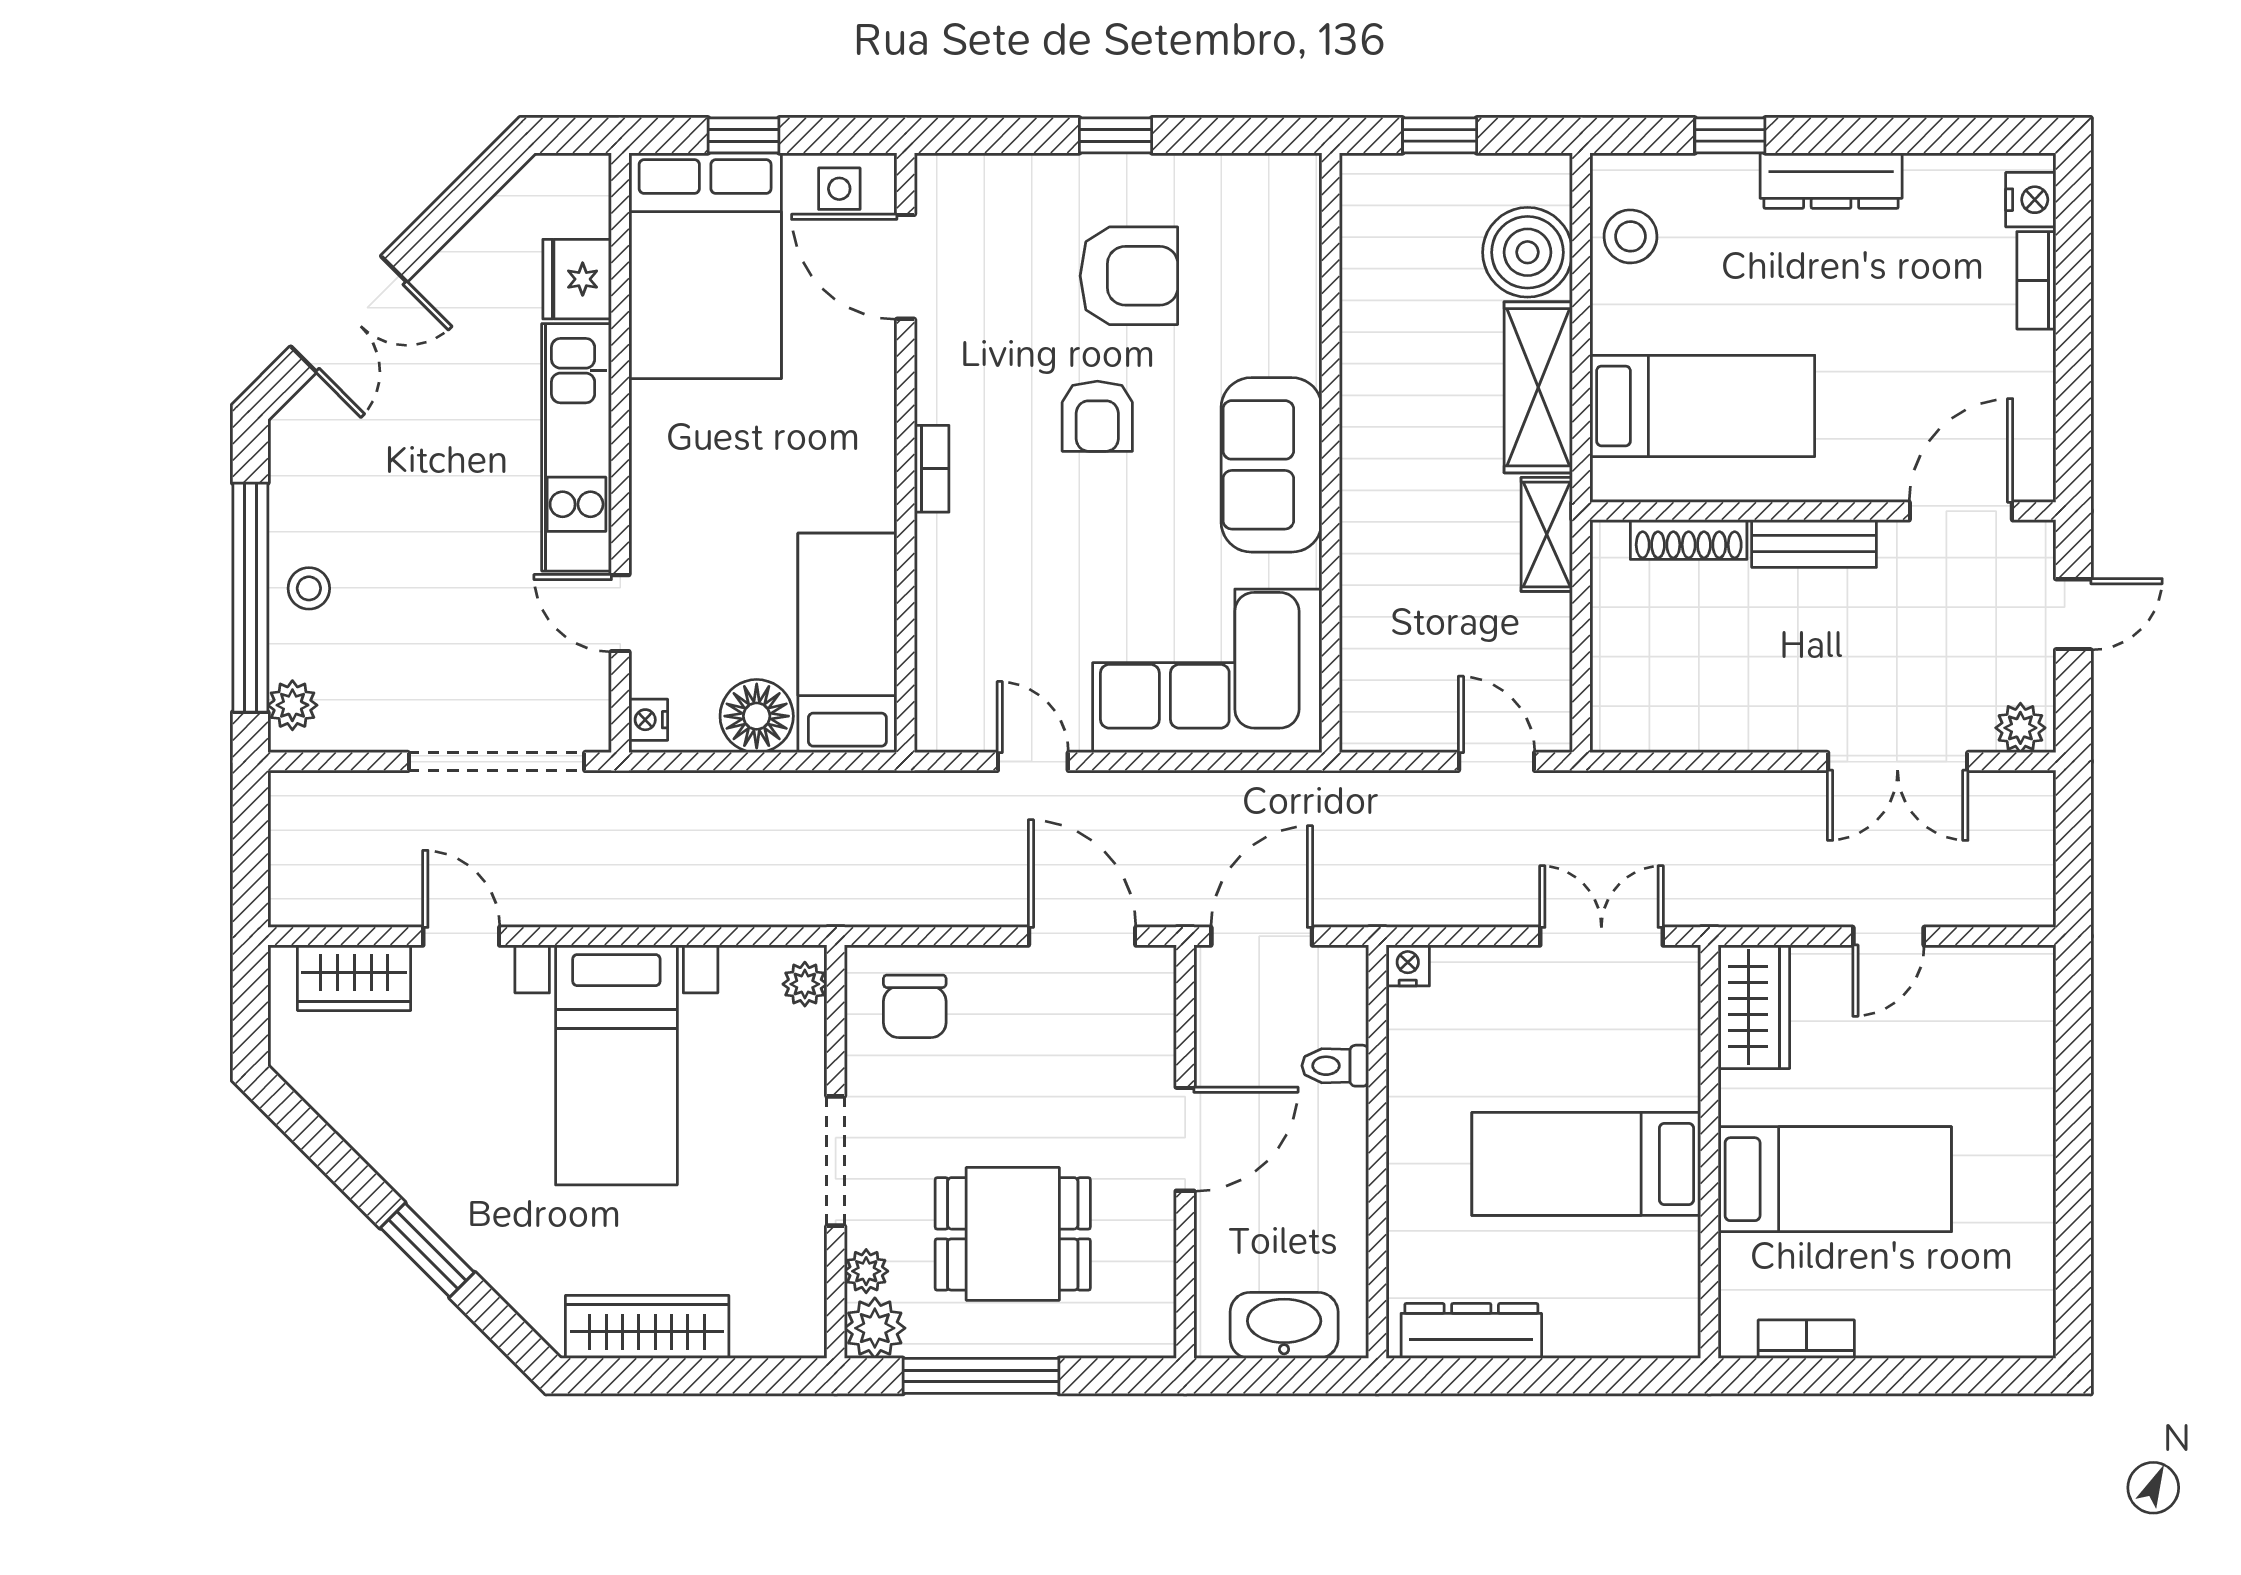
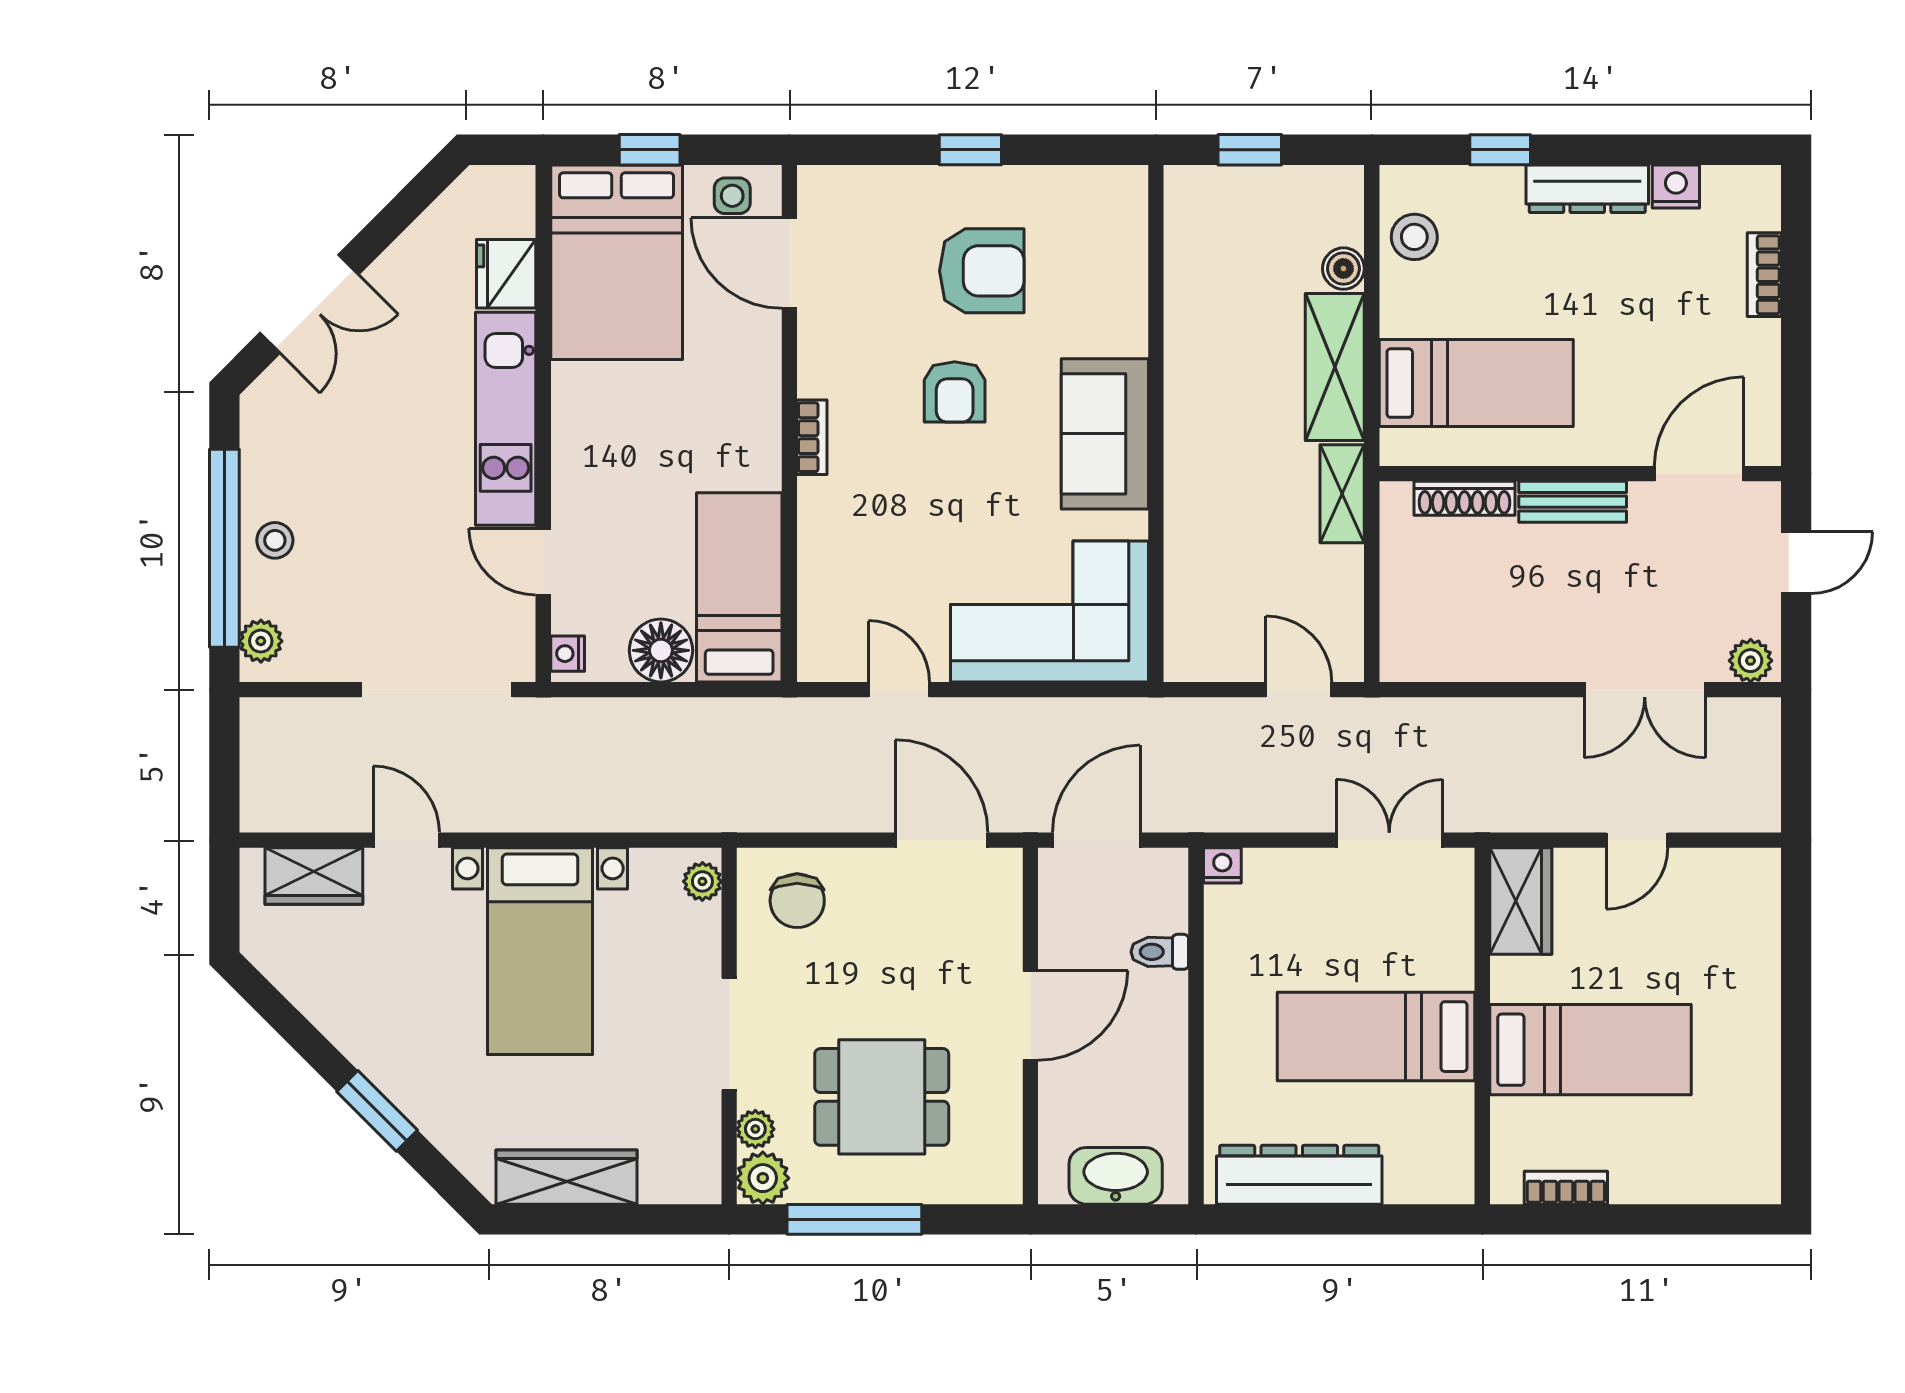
nightstand: (2031, 200) -> (1676, 186), moved, turned -90
boiler: (1527, 252) -> (1343, 269), width x0.54, depth x0.54
dresser: (1471, 1331) -> (1299, 1175), width x1.37, depth x1.24

